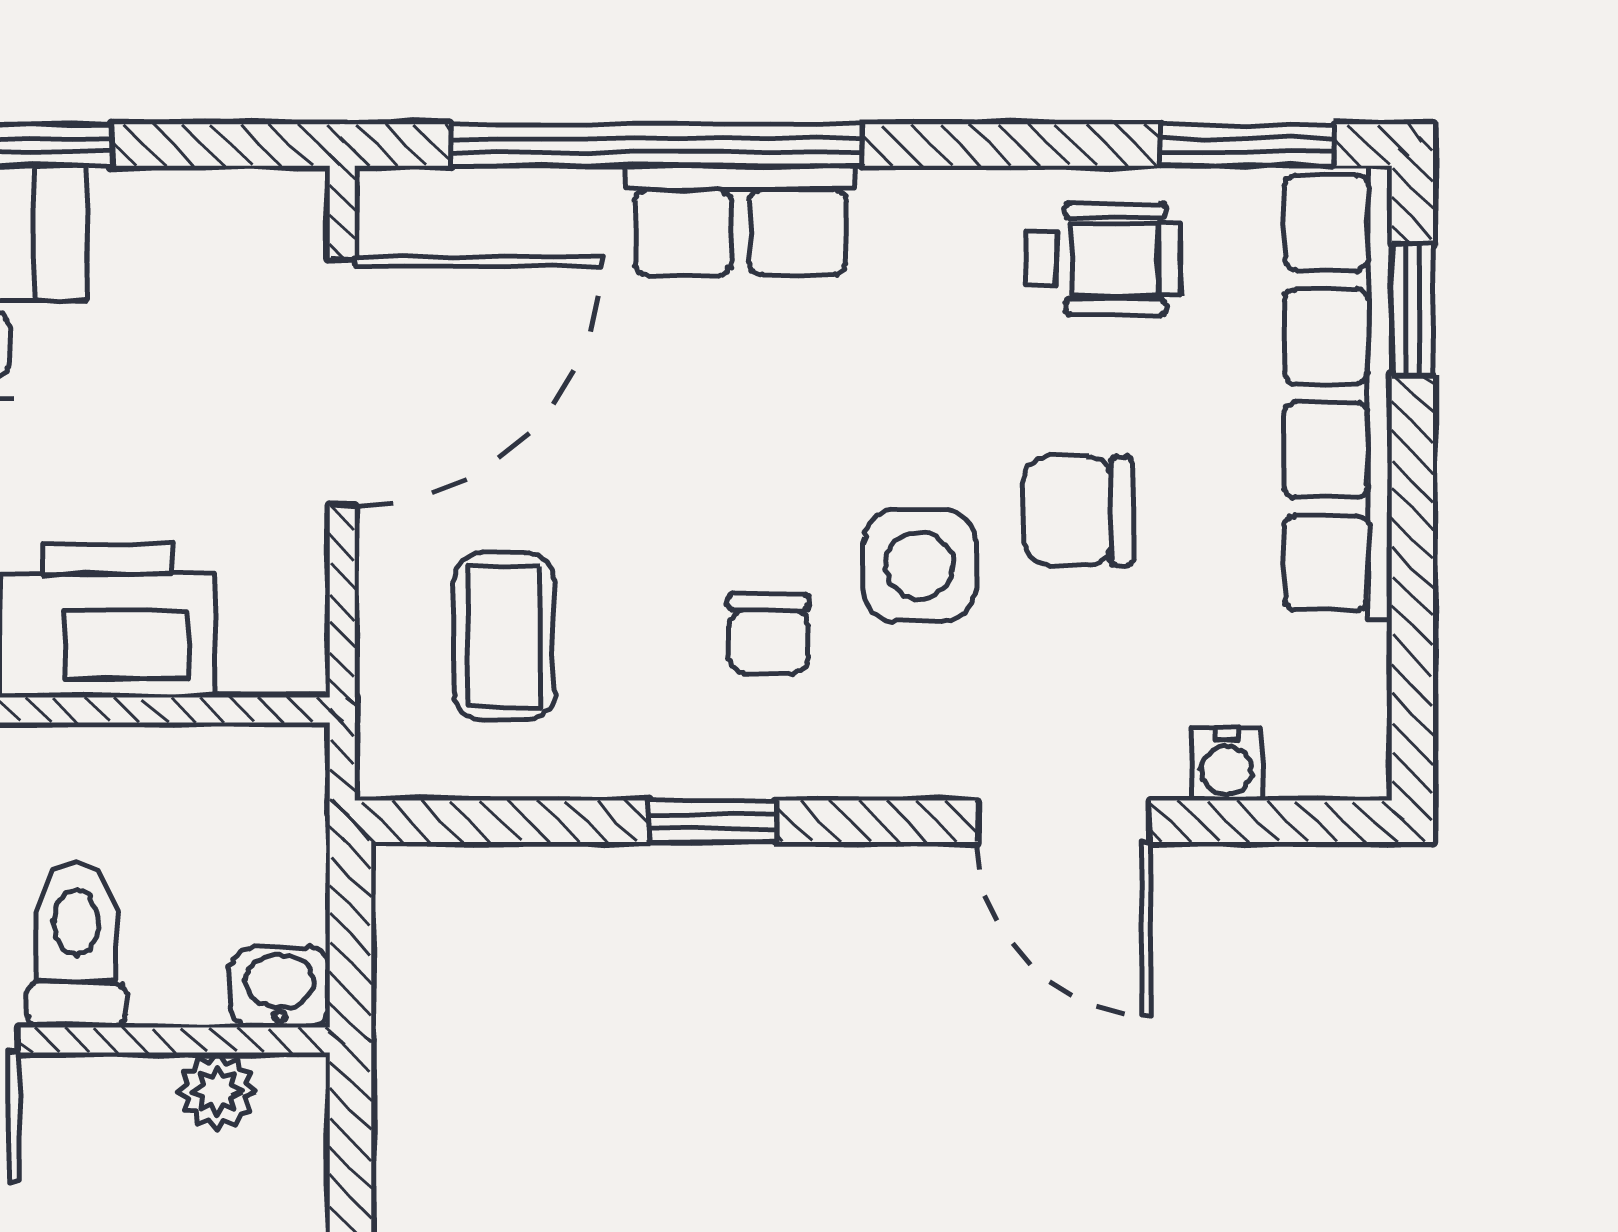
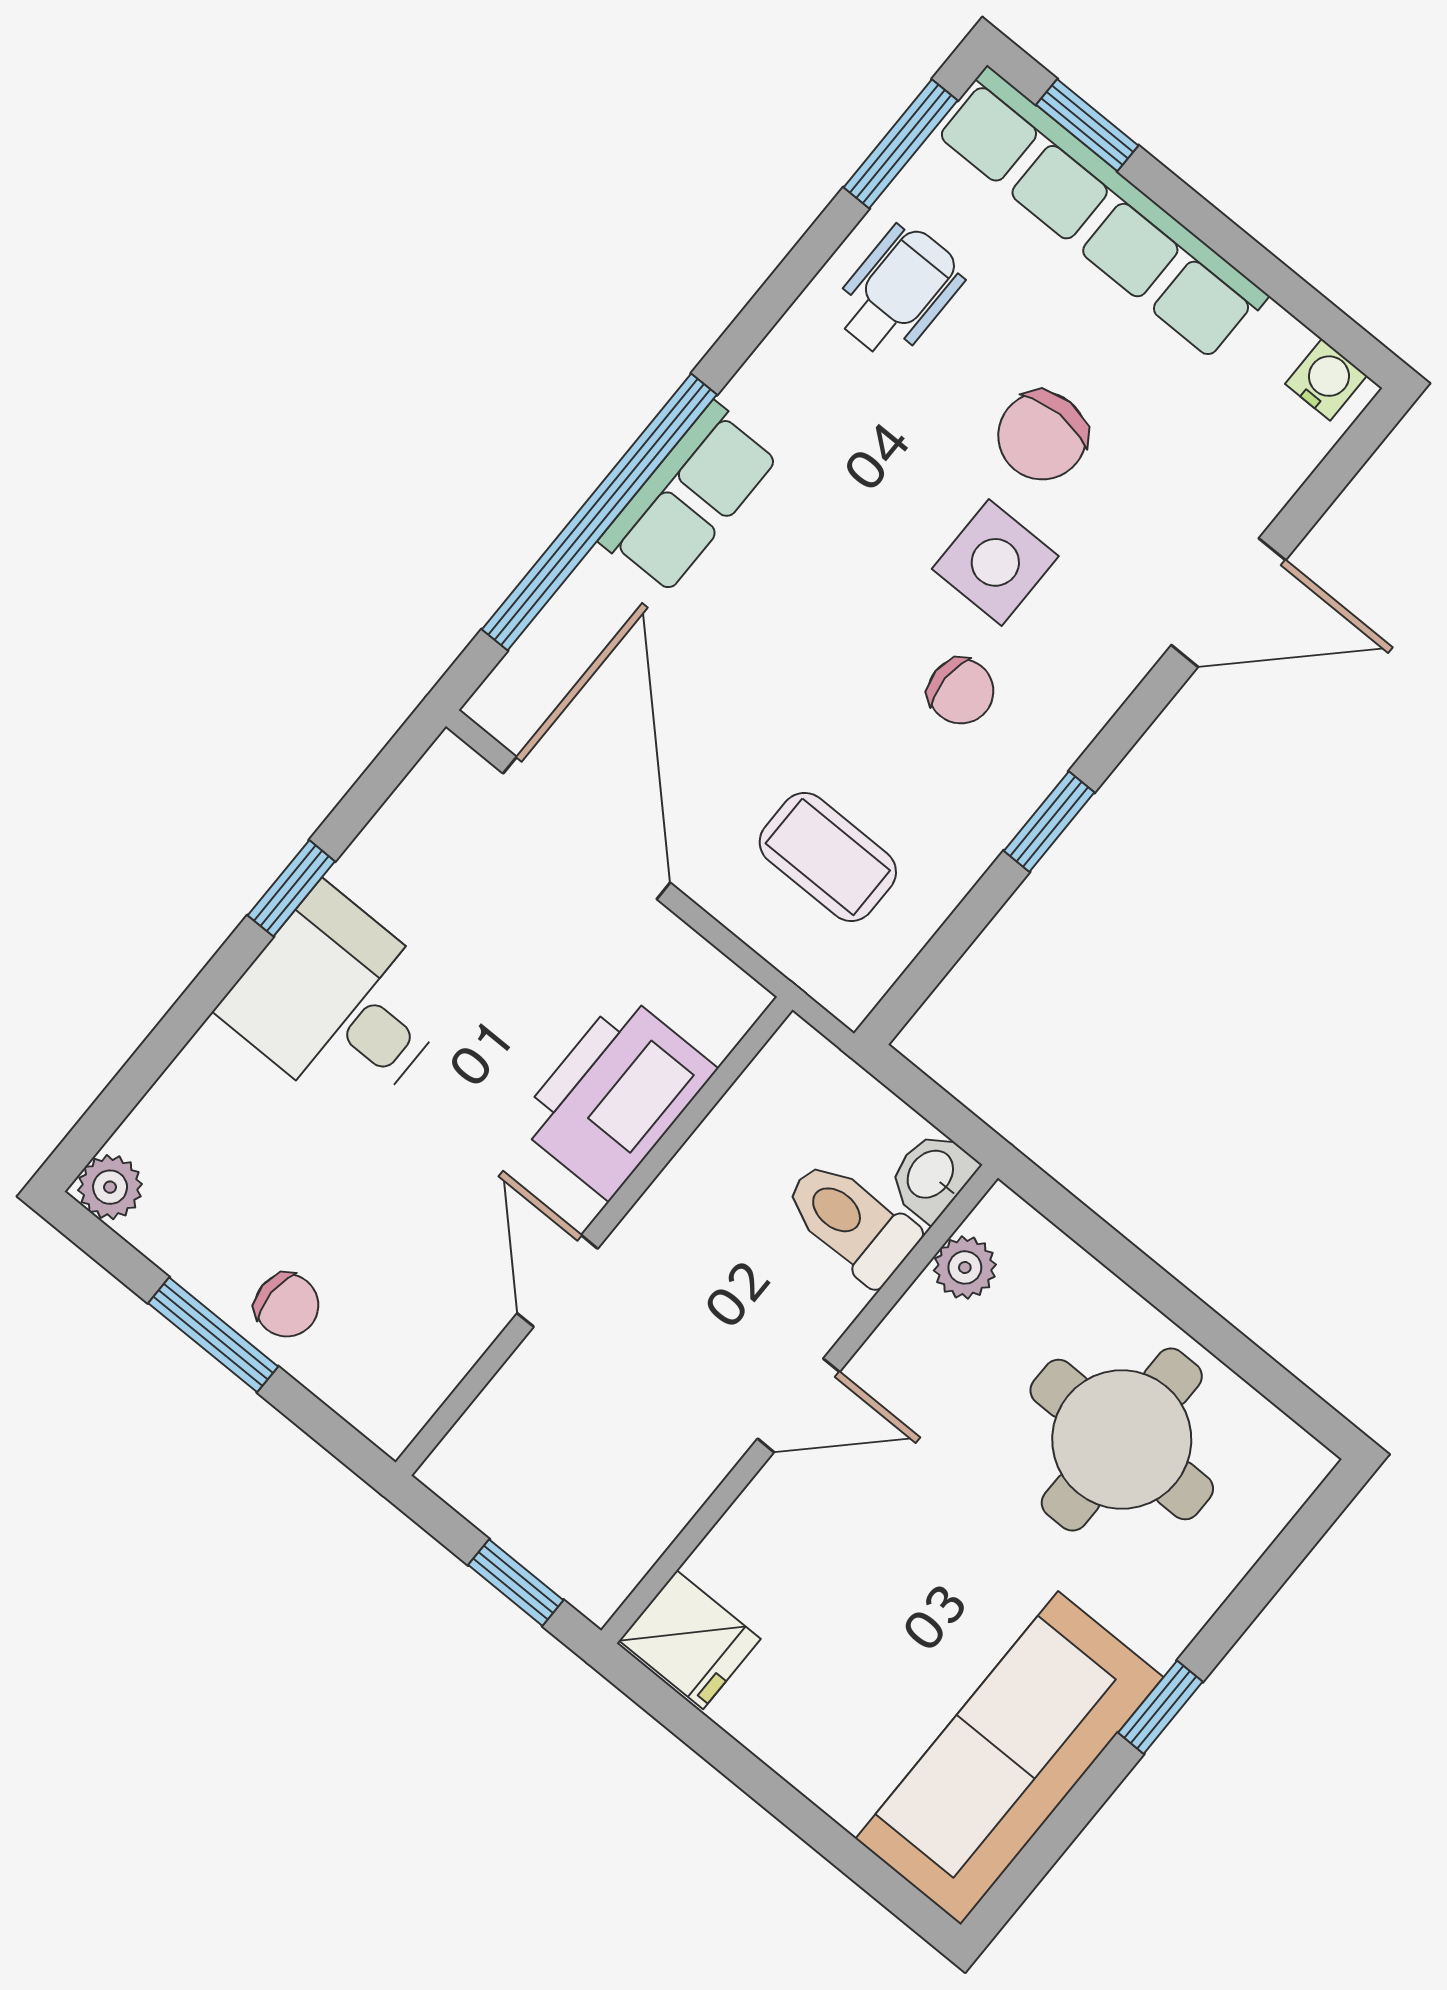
water cooler: (1227, 764) -> (1326, 380), moved, turned -90
toilet: (76, 945) -> (851, 1222), moved

